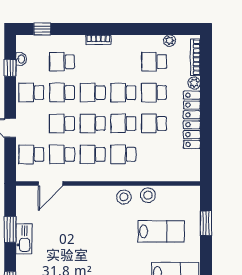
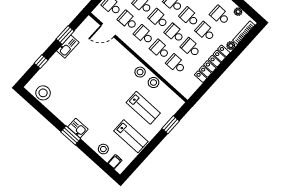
school desk: (154, 154) -> (176, 64), added

